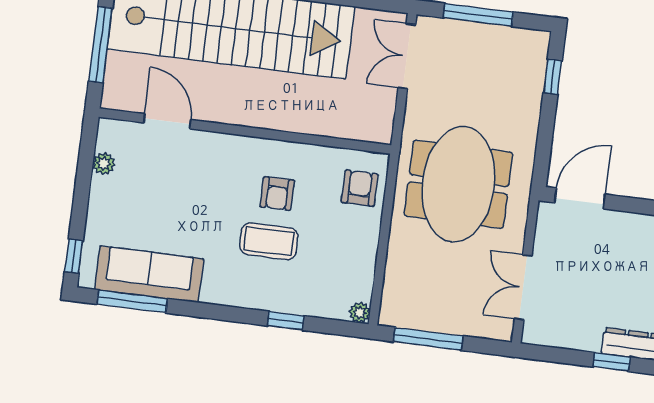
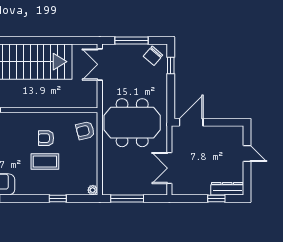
chair: (519, 52) -> (153, 56), added
meeting table: (458, 184) -> (132, 123), turned 90
armchair: (360, 188) -> (85, 131), turned -104
armchair: (277, 194) -> (46, 138), turned 90

